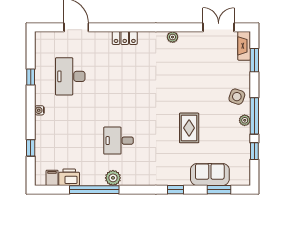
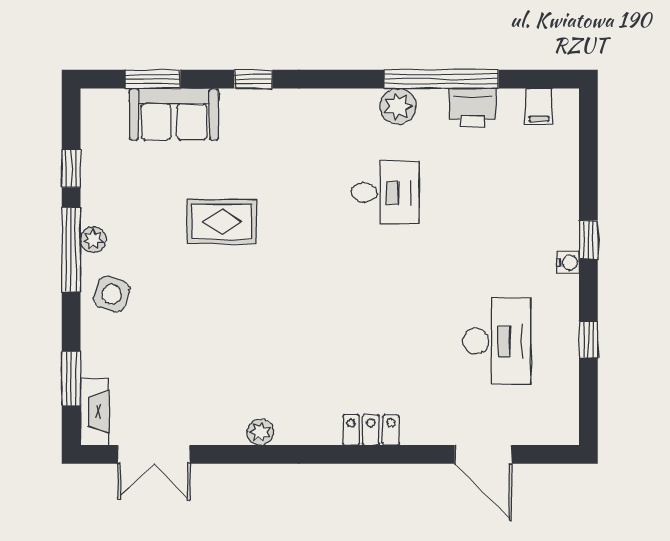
rug: (189, 128) -> (222, 222), turned 90
window: (31, 148) -> (588, 240), moved
printer: (69, 177) -> (473, 108), moved

